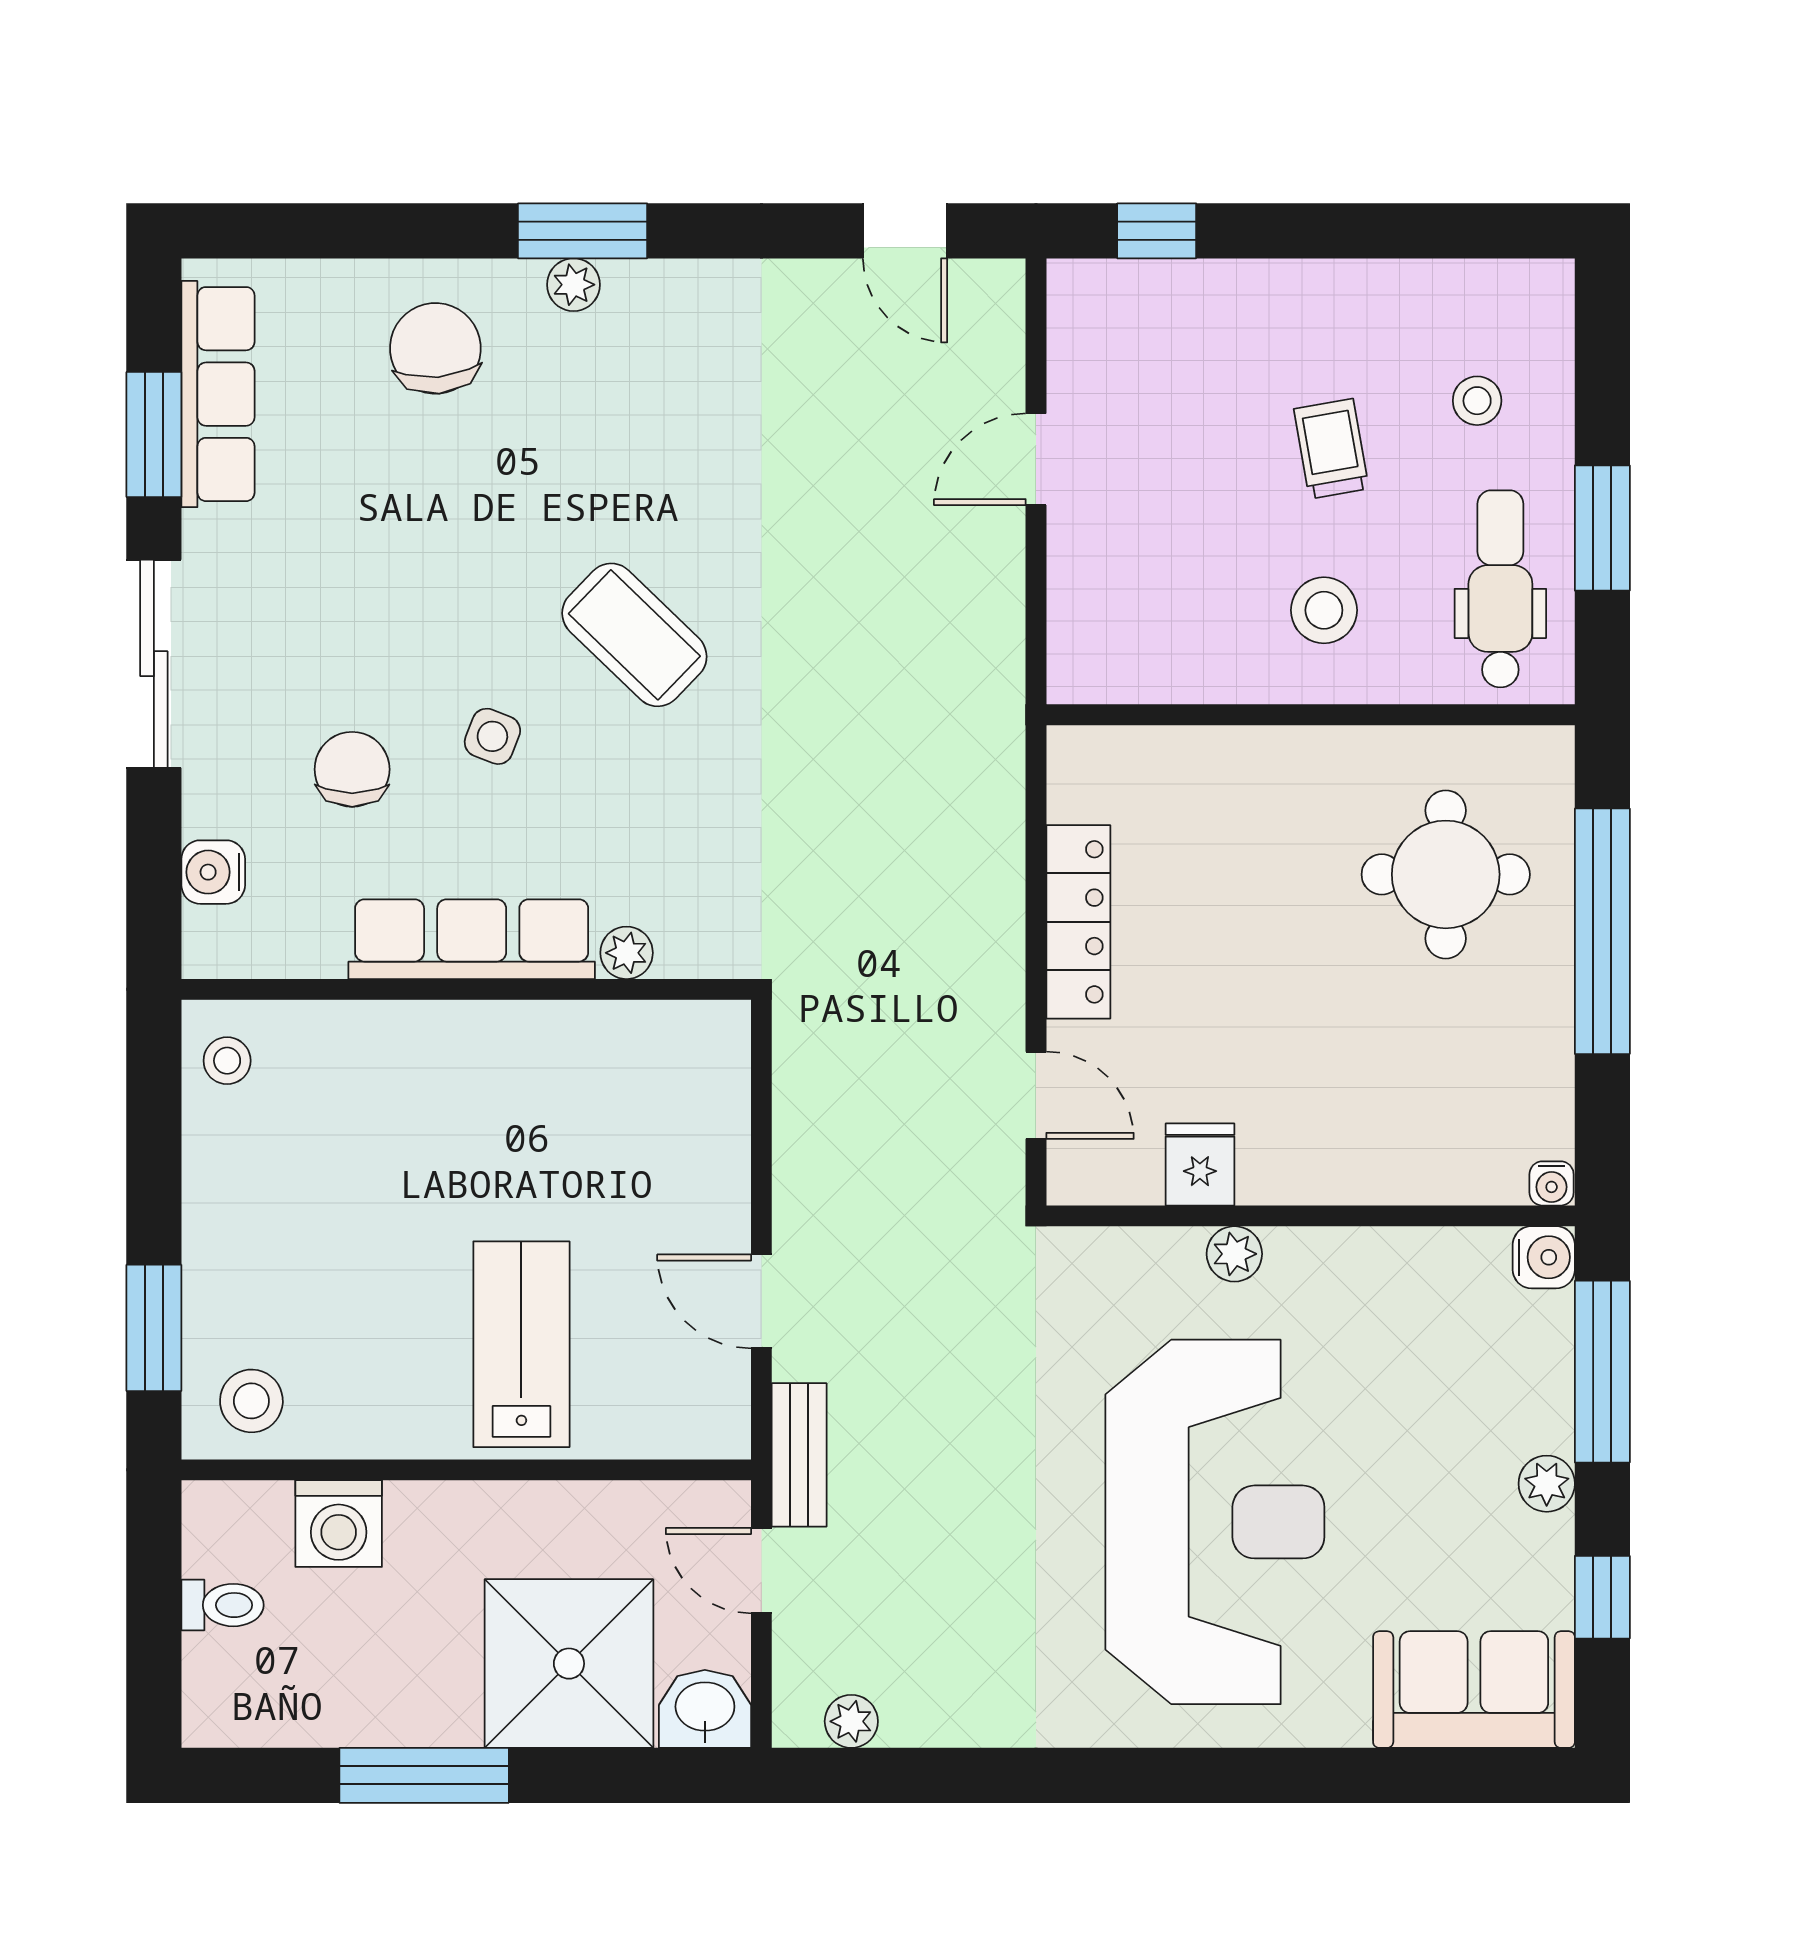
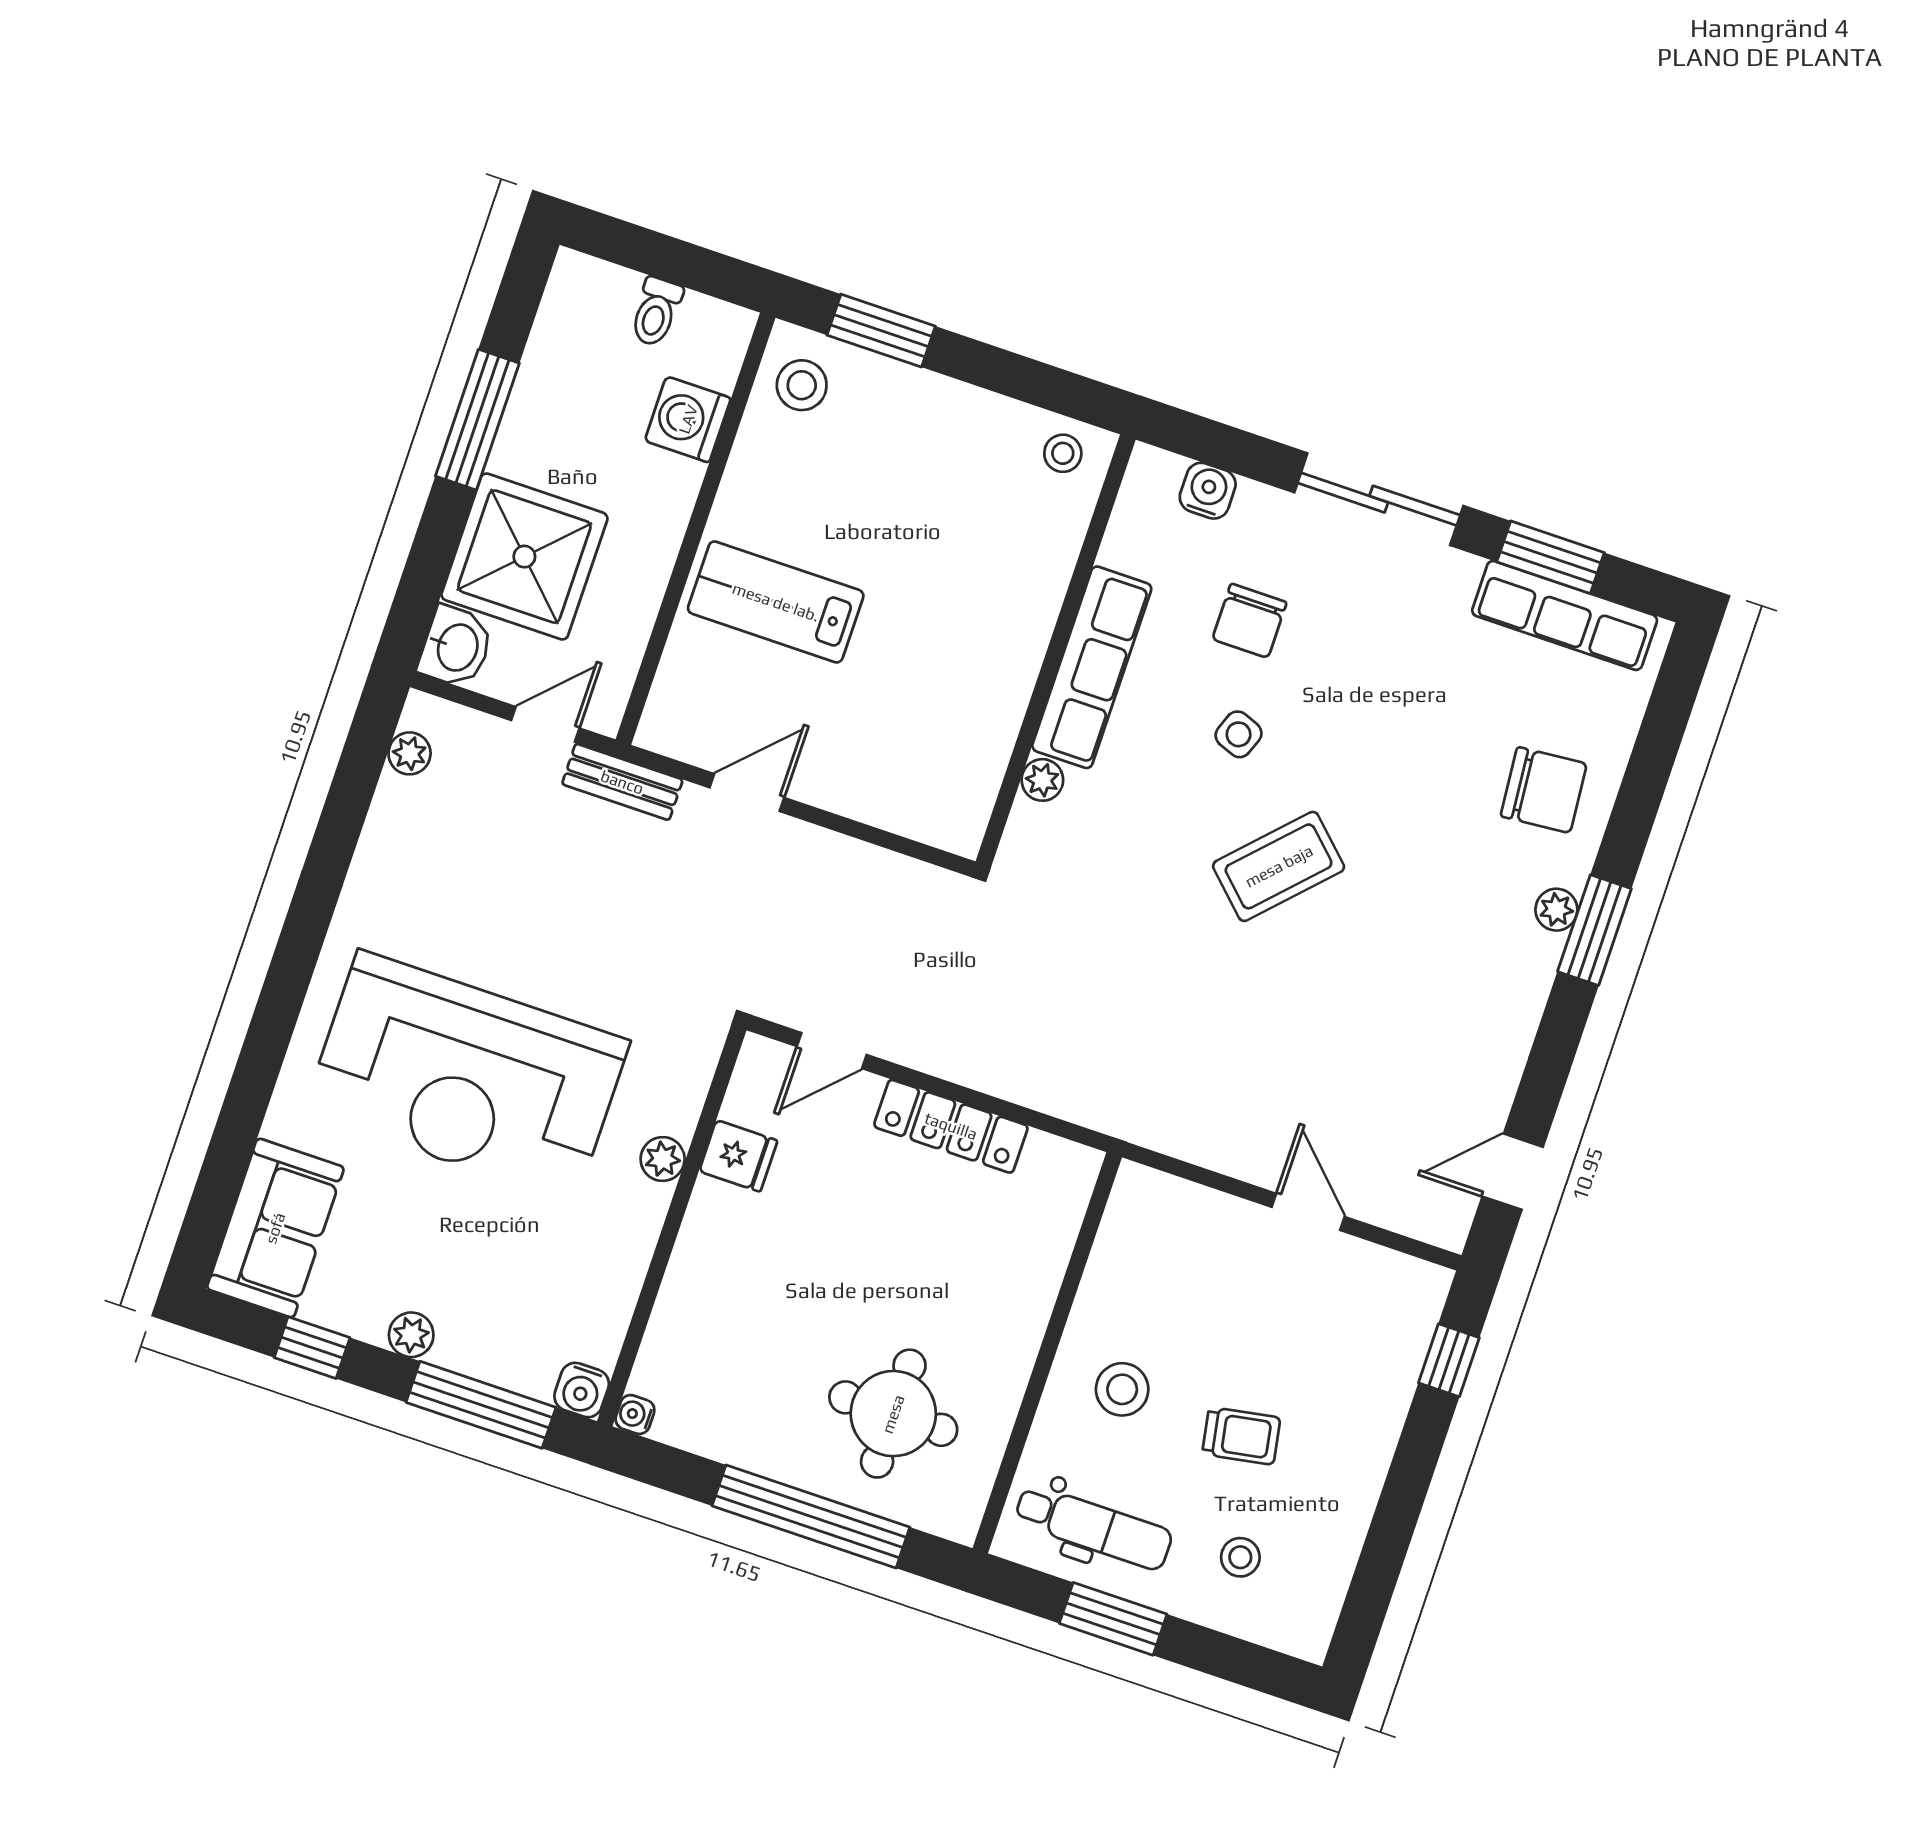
chair: (352, 769) -> (1249, 621), turned 90
lab bench: (521, 1344) -> (776, 602), turned 180

